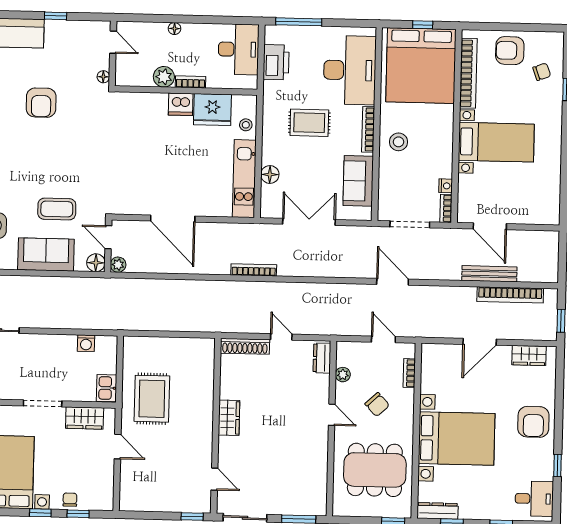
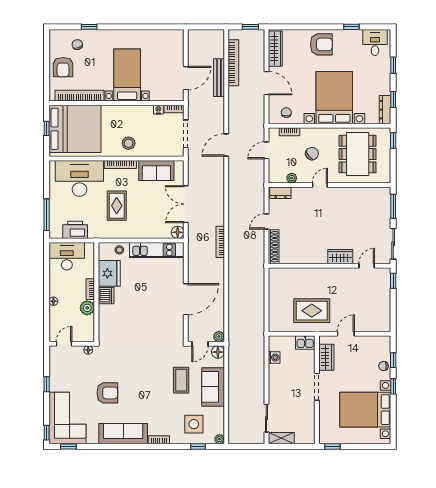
floor lamp: (270, 174) -> (178, 232), moved
wardrobe: (529, 356) -> (275, 49), width x1.50
chair: (437, 369) -> (286, 113), added
wardrobe: (229, 418) -> (340, 257), moved

